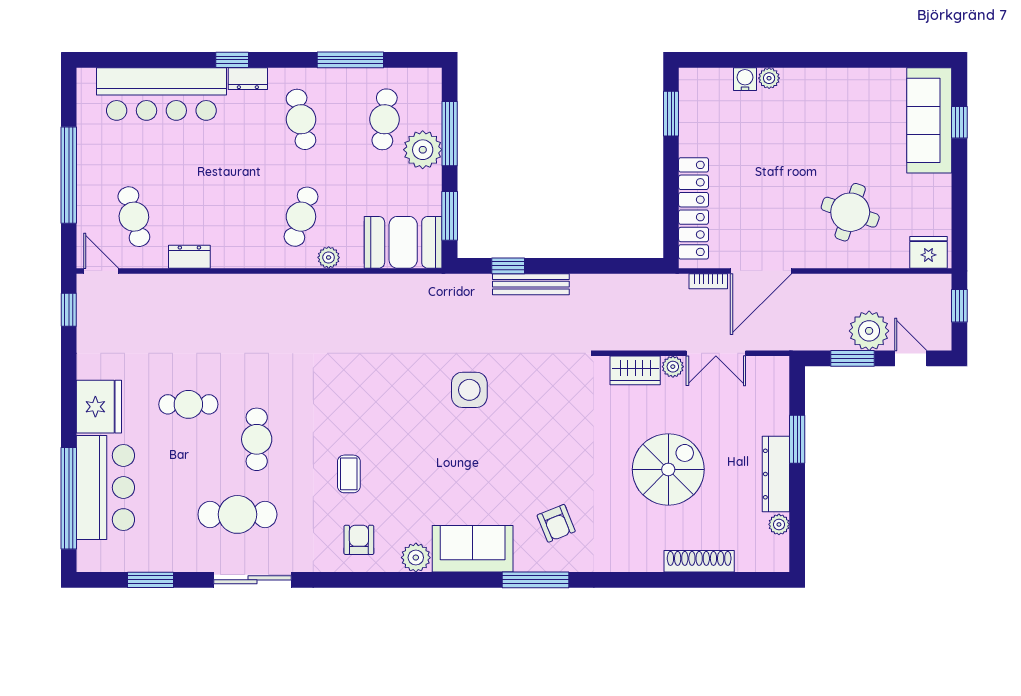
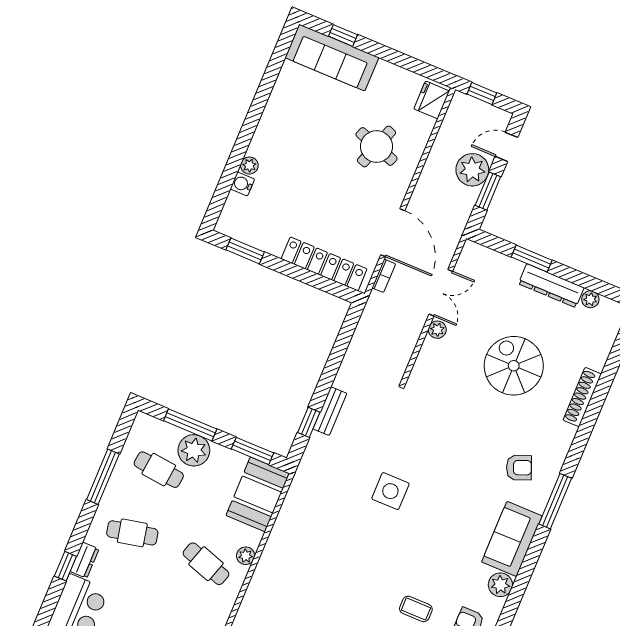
bench: (531, 284) -> (330, 411), width x0.73
wardrobe: (635, 370) -> (428, 359), removed
shoe rack: (699, 561) -> (582, 397), moved

